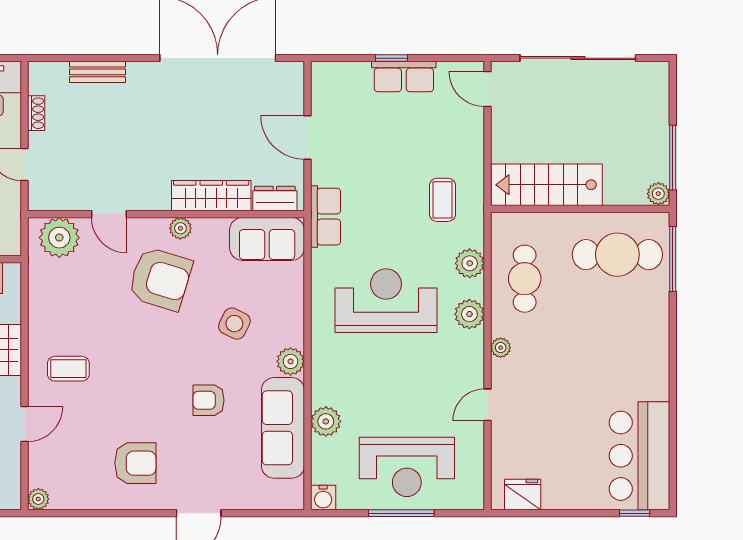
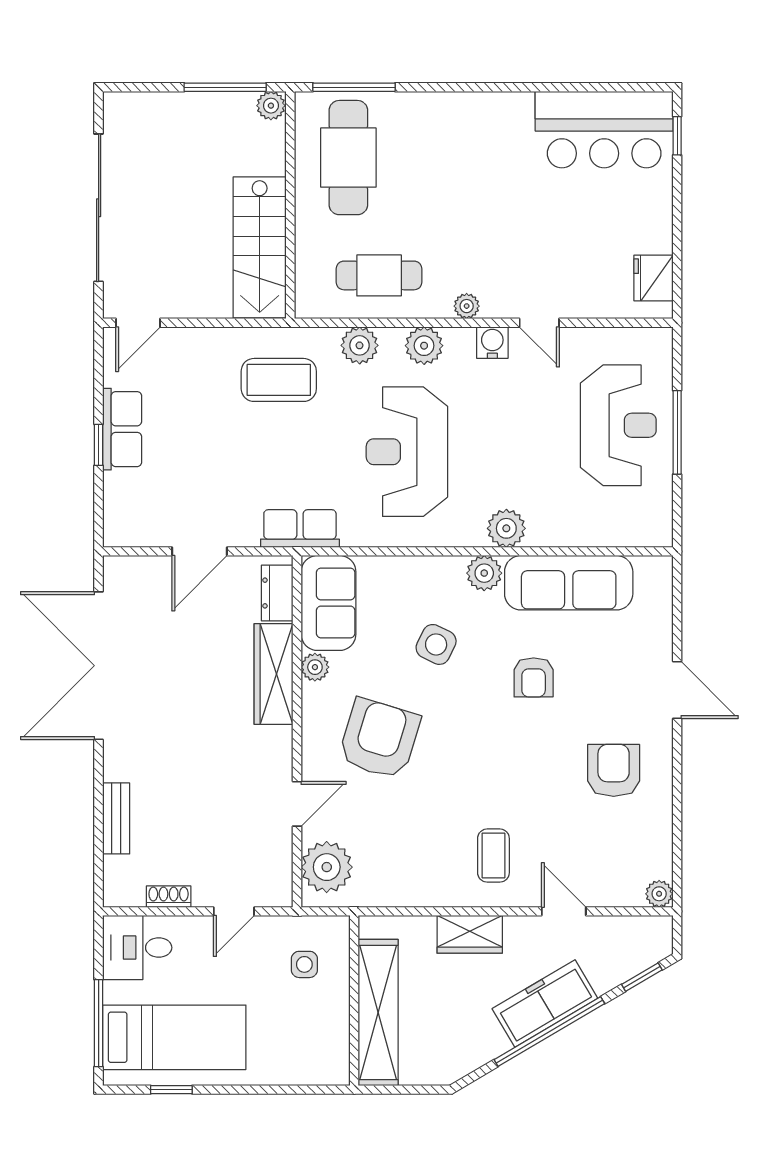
coffee table: (442, 200) -> (279, 380), width x1.36, depth x1.30
plant: (180, 228) -> (315, 667), moved
plant: (326, 421) -> (506, 528), moved
water cooler: (323, 498) -> (492, 343), moved, turned -90

